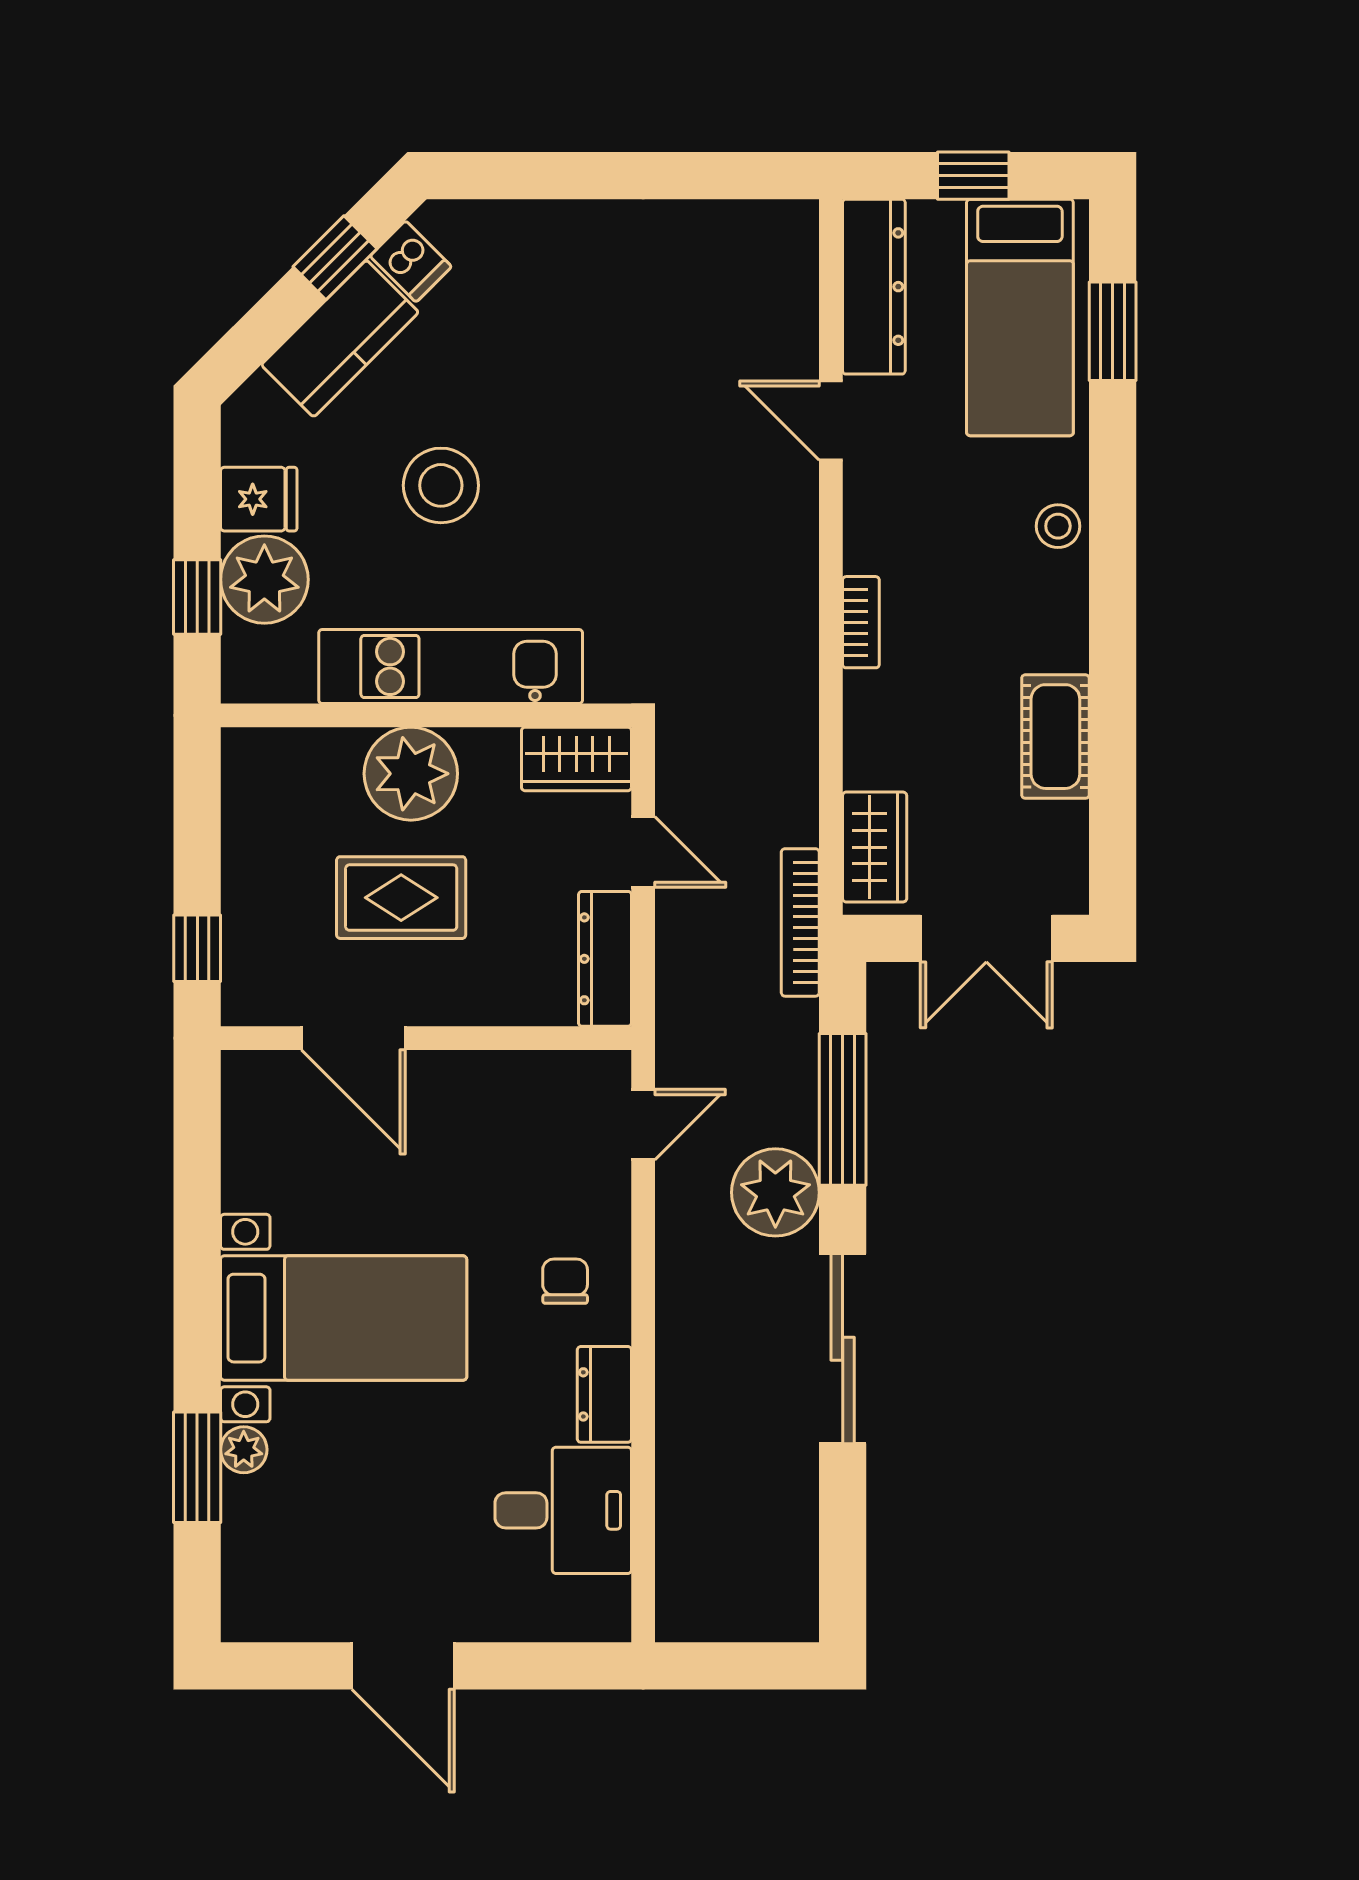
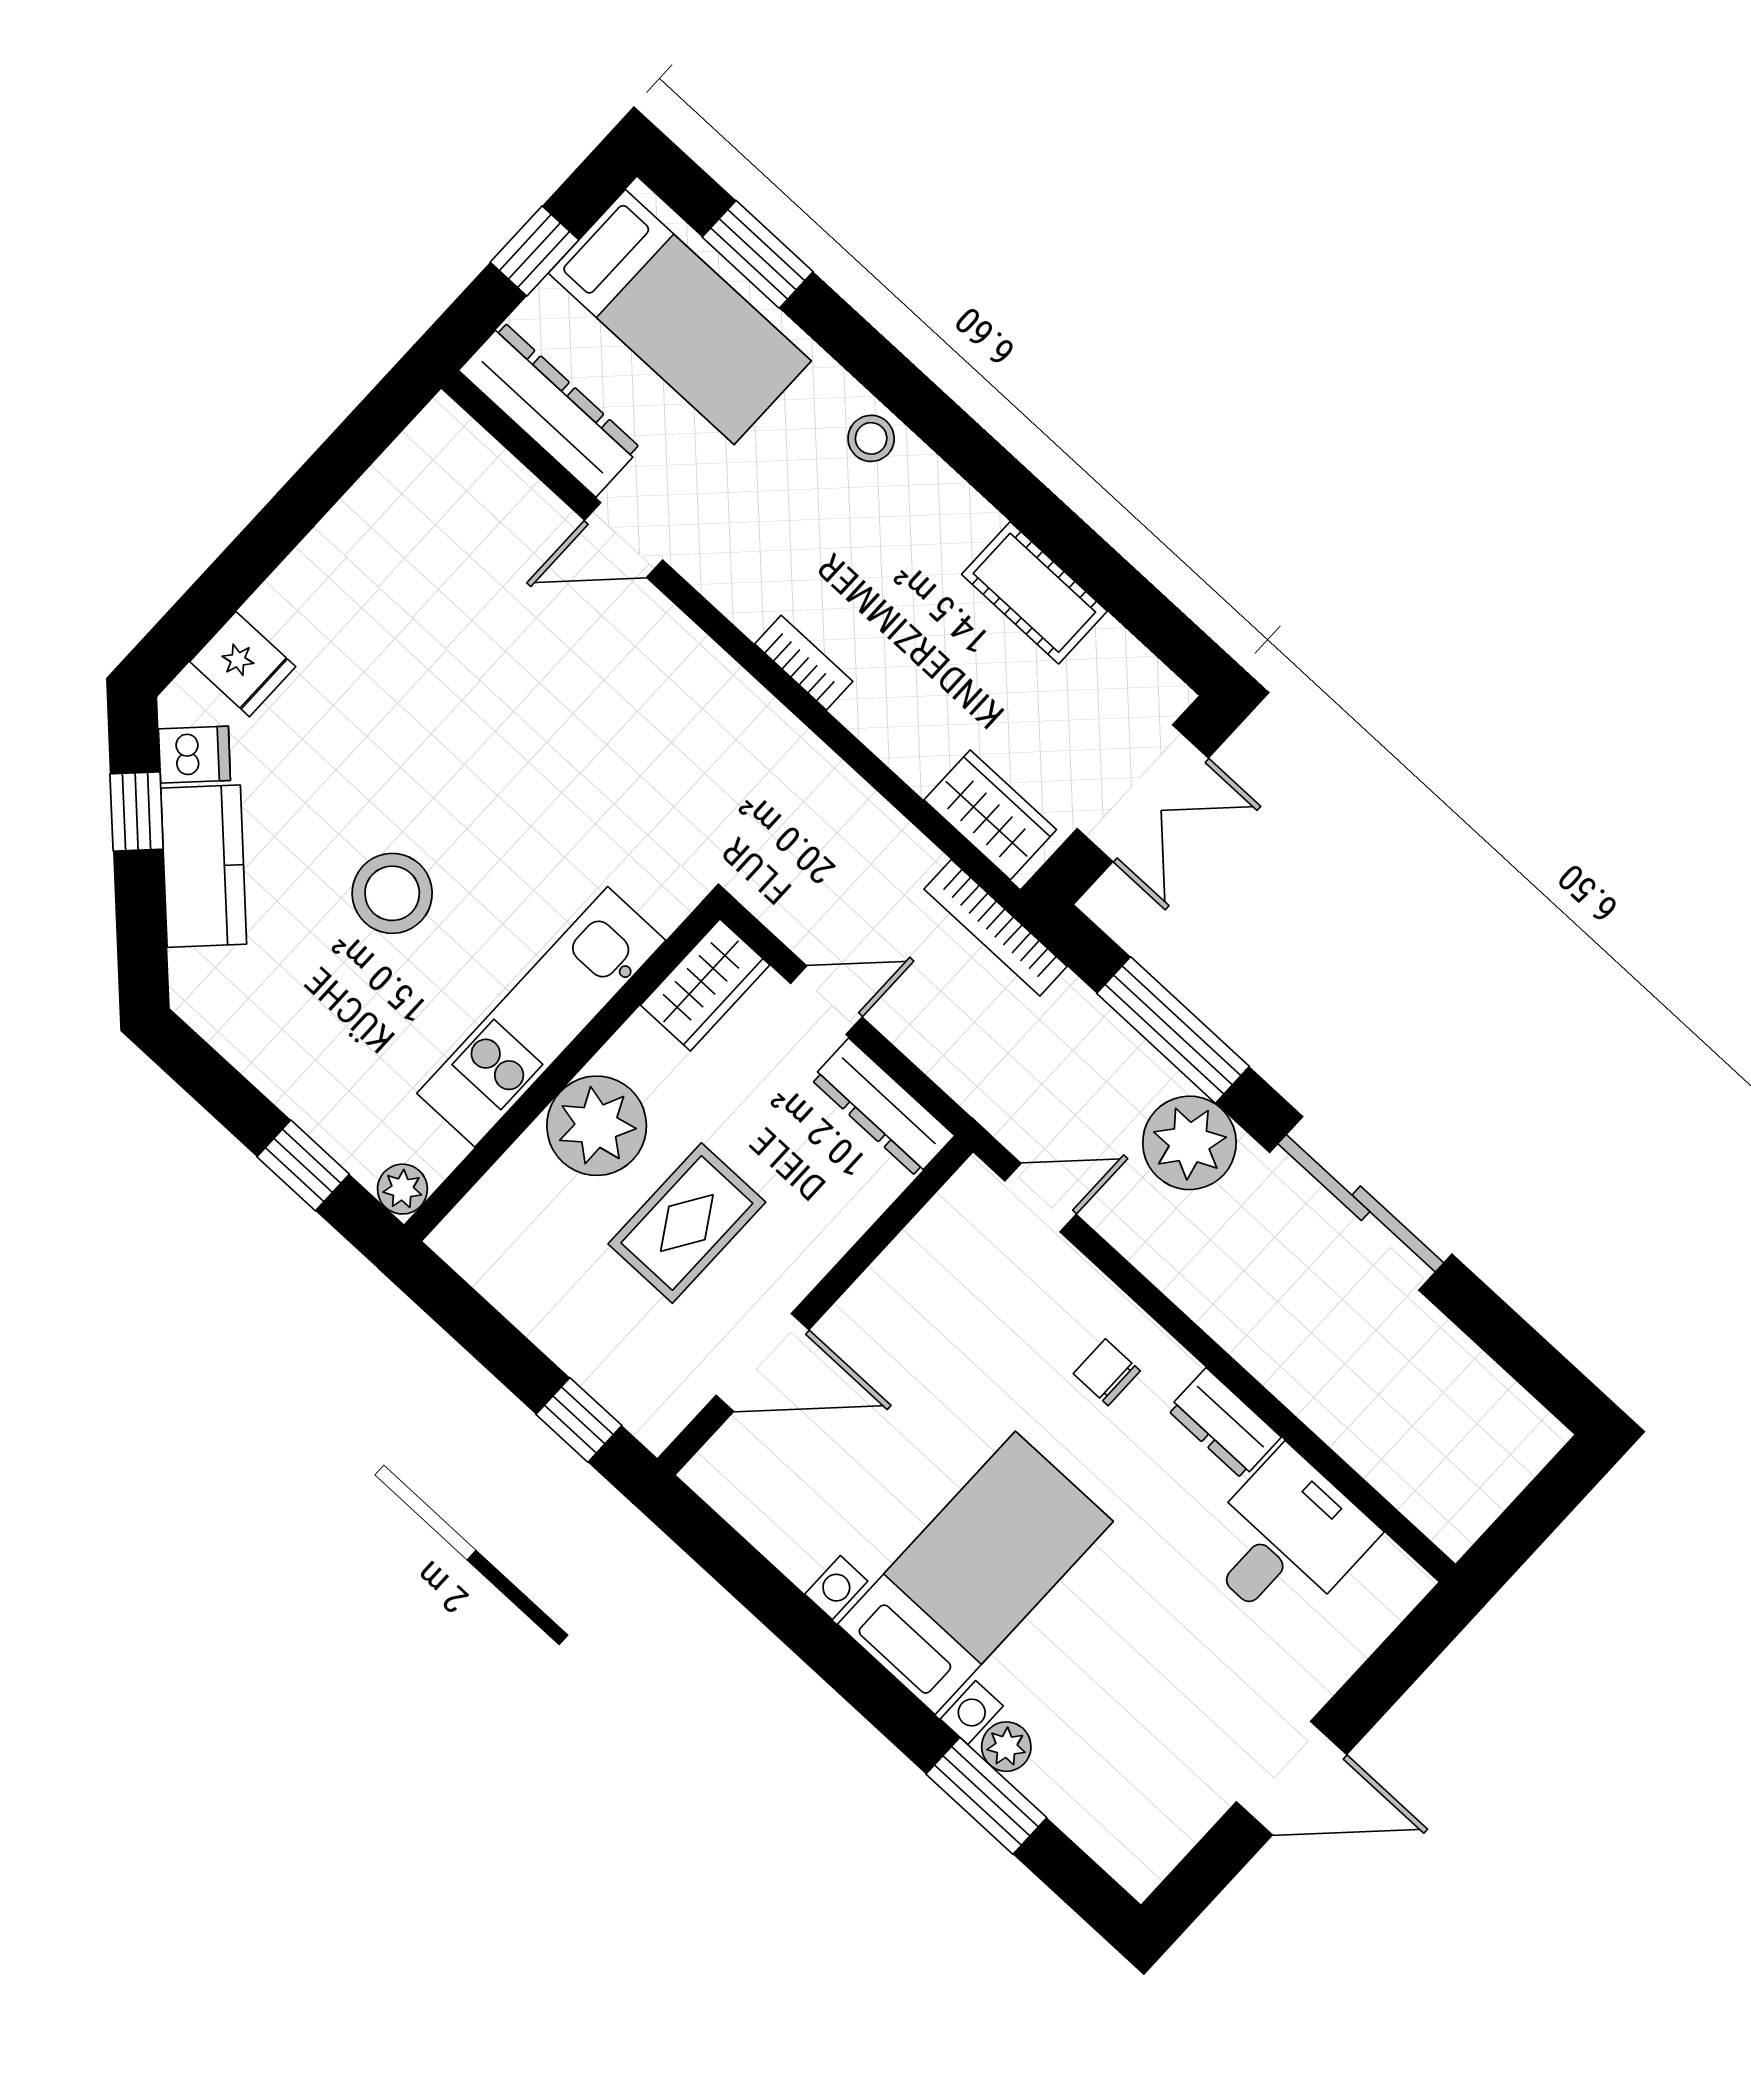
fridge: (259, 499) -> (243, 664), moved, turned 90
plant: (264, 580) -> (402, 1189), moved, width x0.53, depth x0.53
door: (643, 1125) -> (1040, 1198), hinge flipped

